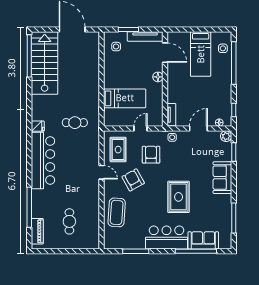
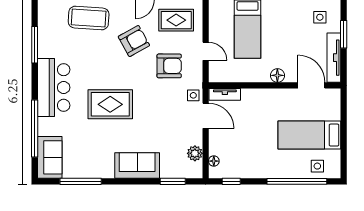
door: (165, 53) -> (311, 85), swing flipped
door: (198, 129) -> (206, 116), moved
plant: (226, 136) -> (195, 153), moved
sofa: (203, 240) -> (50, 157), moved

